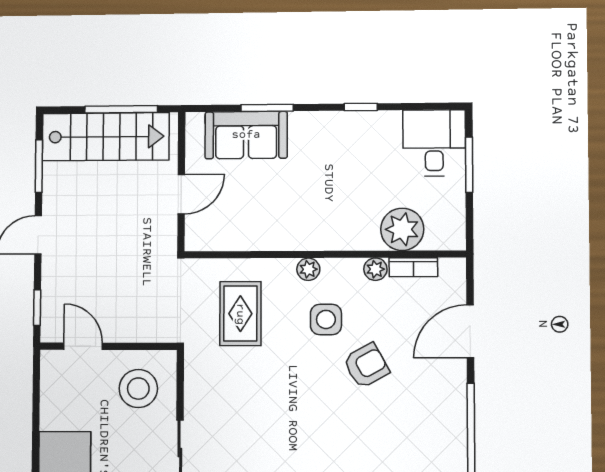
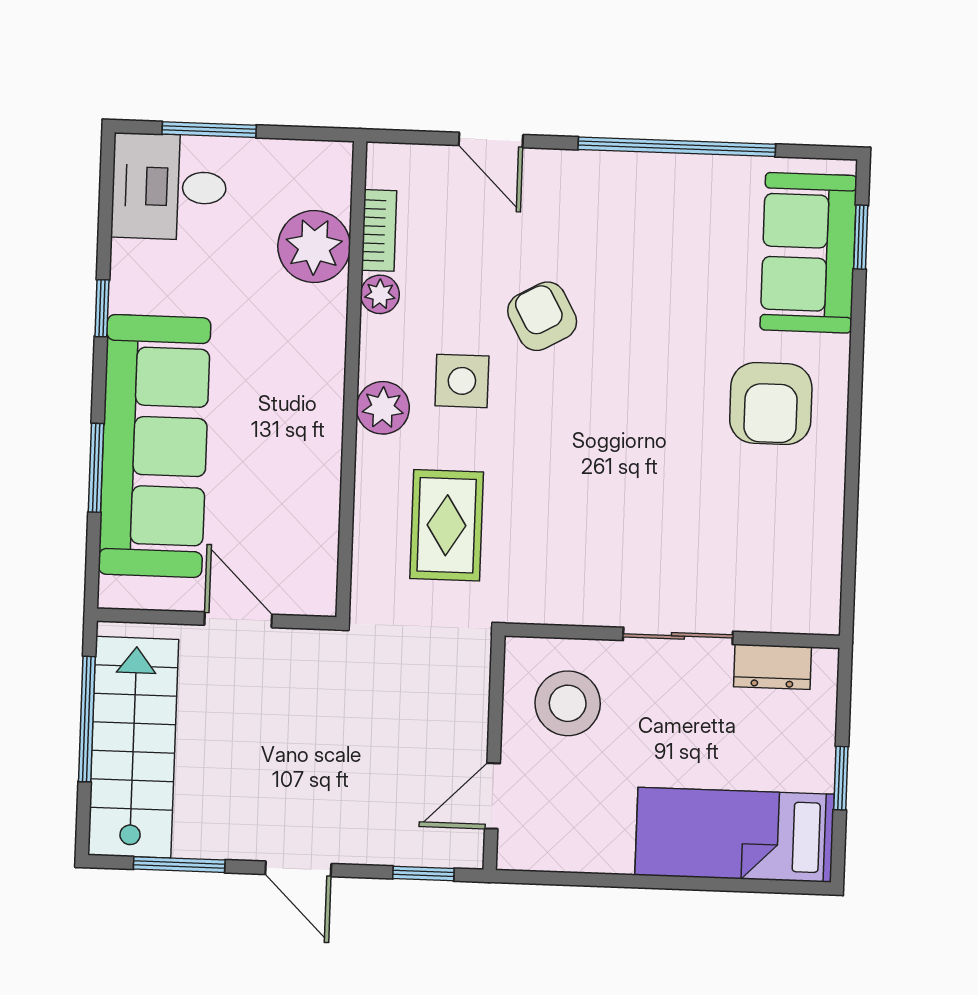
sofa: (246, 135) -> (155, 446), width x1.85, depth x1.27
plant: (308, 269) -> (383, 408), width x1.38, depth x1.38
rug: (240, 314) -> (447, 525), turned 90
door: (470, 331) -> (491, 140), width x0.73

